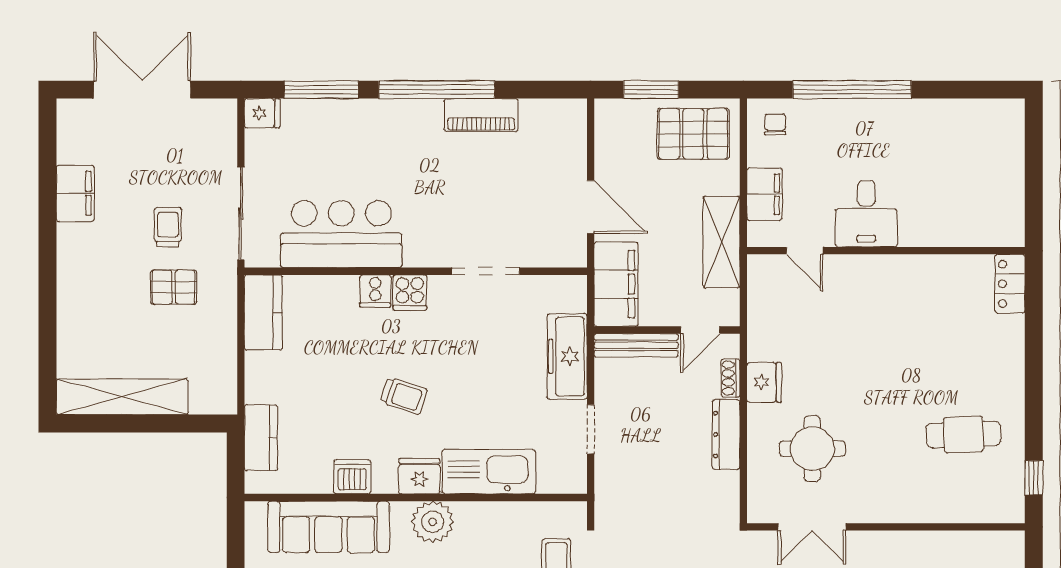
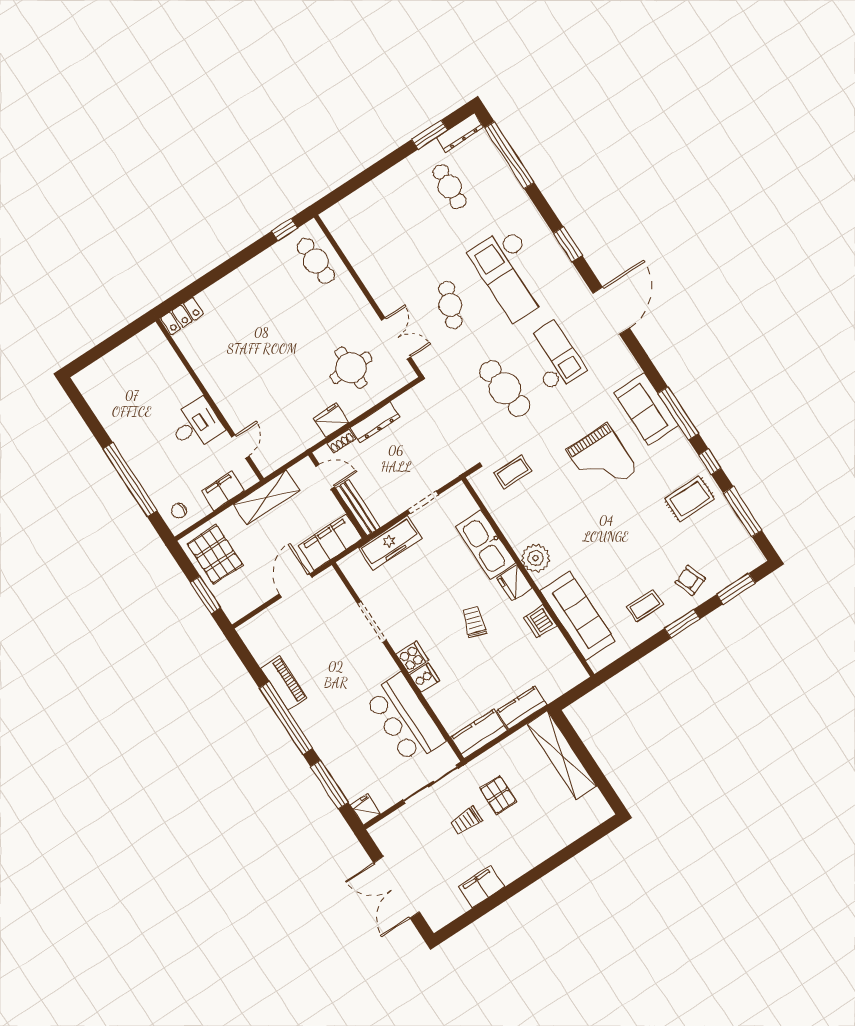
shelving: (122, 397) -> (562, 755), moved
cafe table: (963, 434) -> (316, 261), moved
kitchen counter: (261, 438) -> (522, 708), moved

